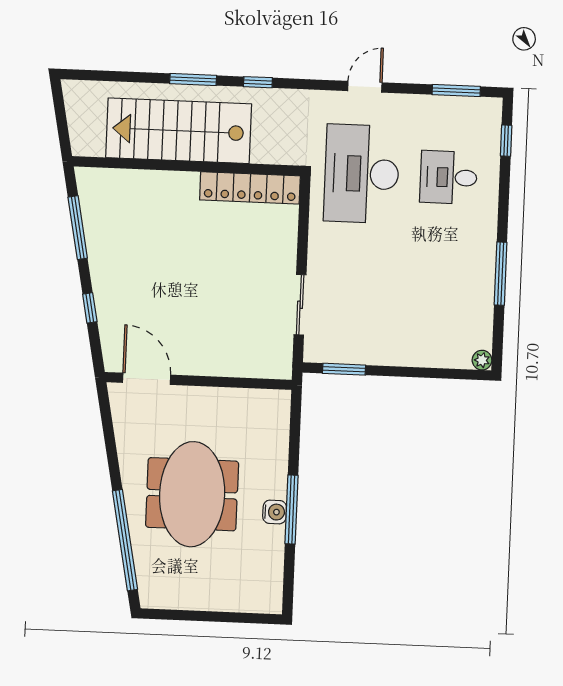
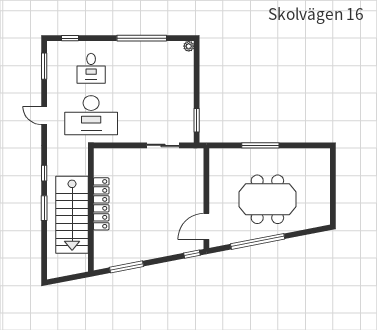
locker: (250, 188) -> (101, 204), moved
window: (501, 274) -> (142, 38), width x1.46
window: (90, 308) -> (192, 254), moved
window: (291, 509) -> (260, 145), moved
water cooler: (275, 512) -> (275, 154), removed
window: (125, 540) -> (258, 241), moved

